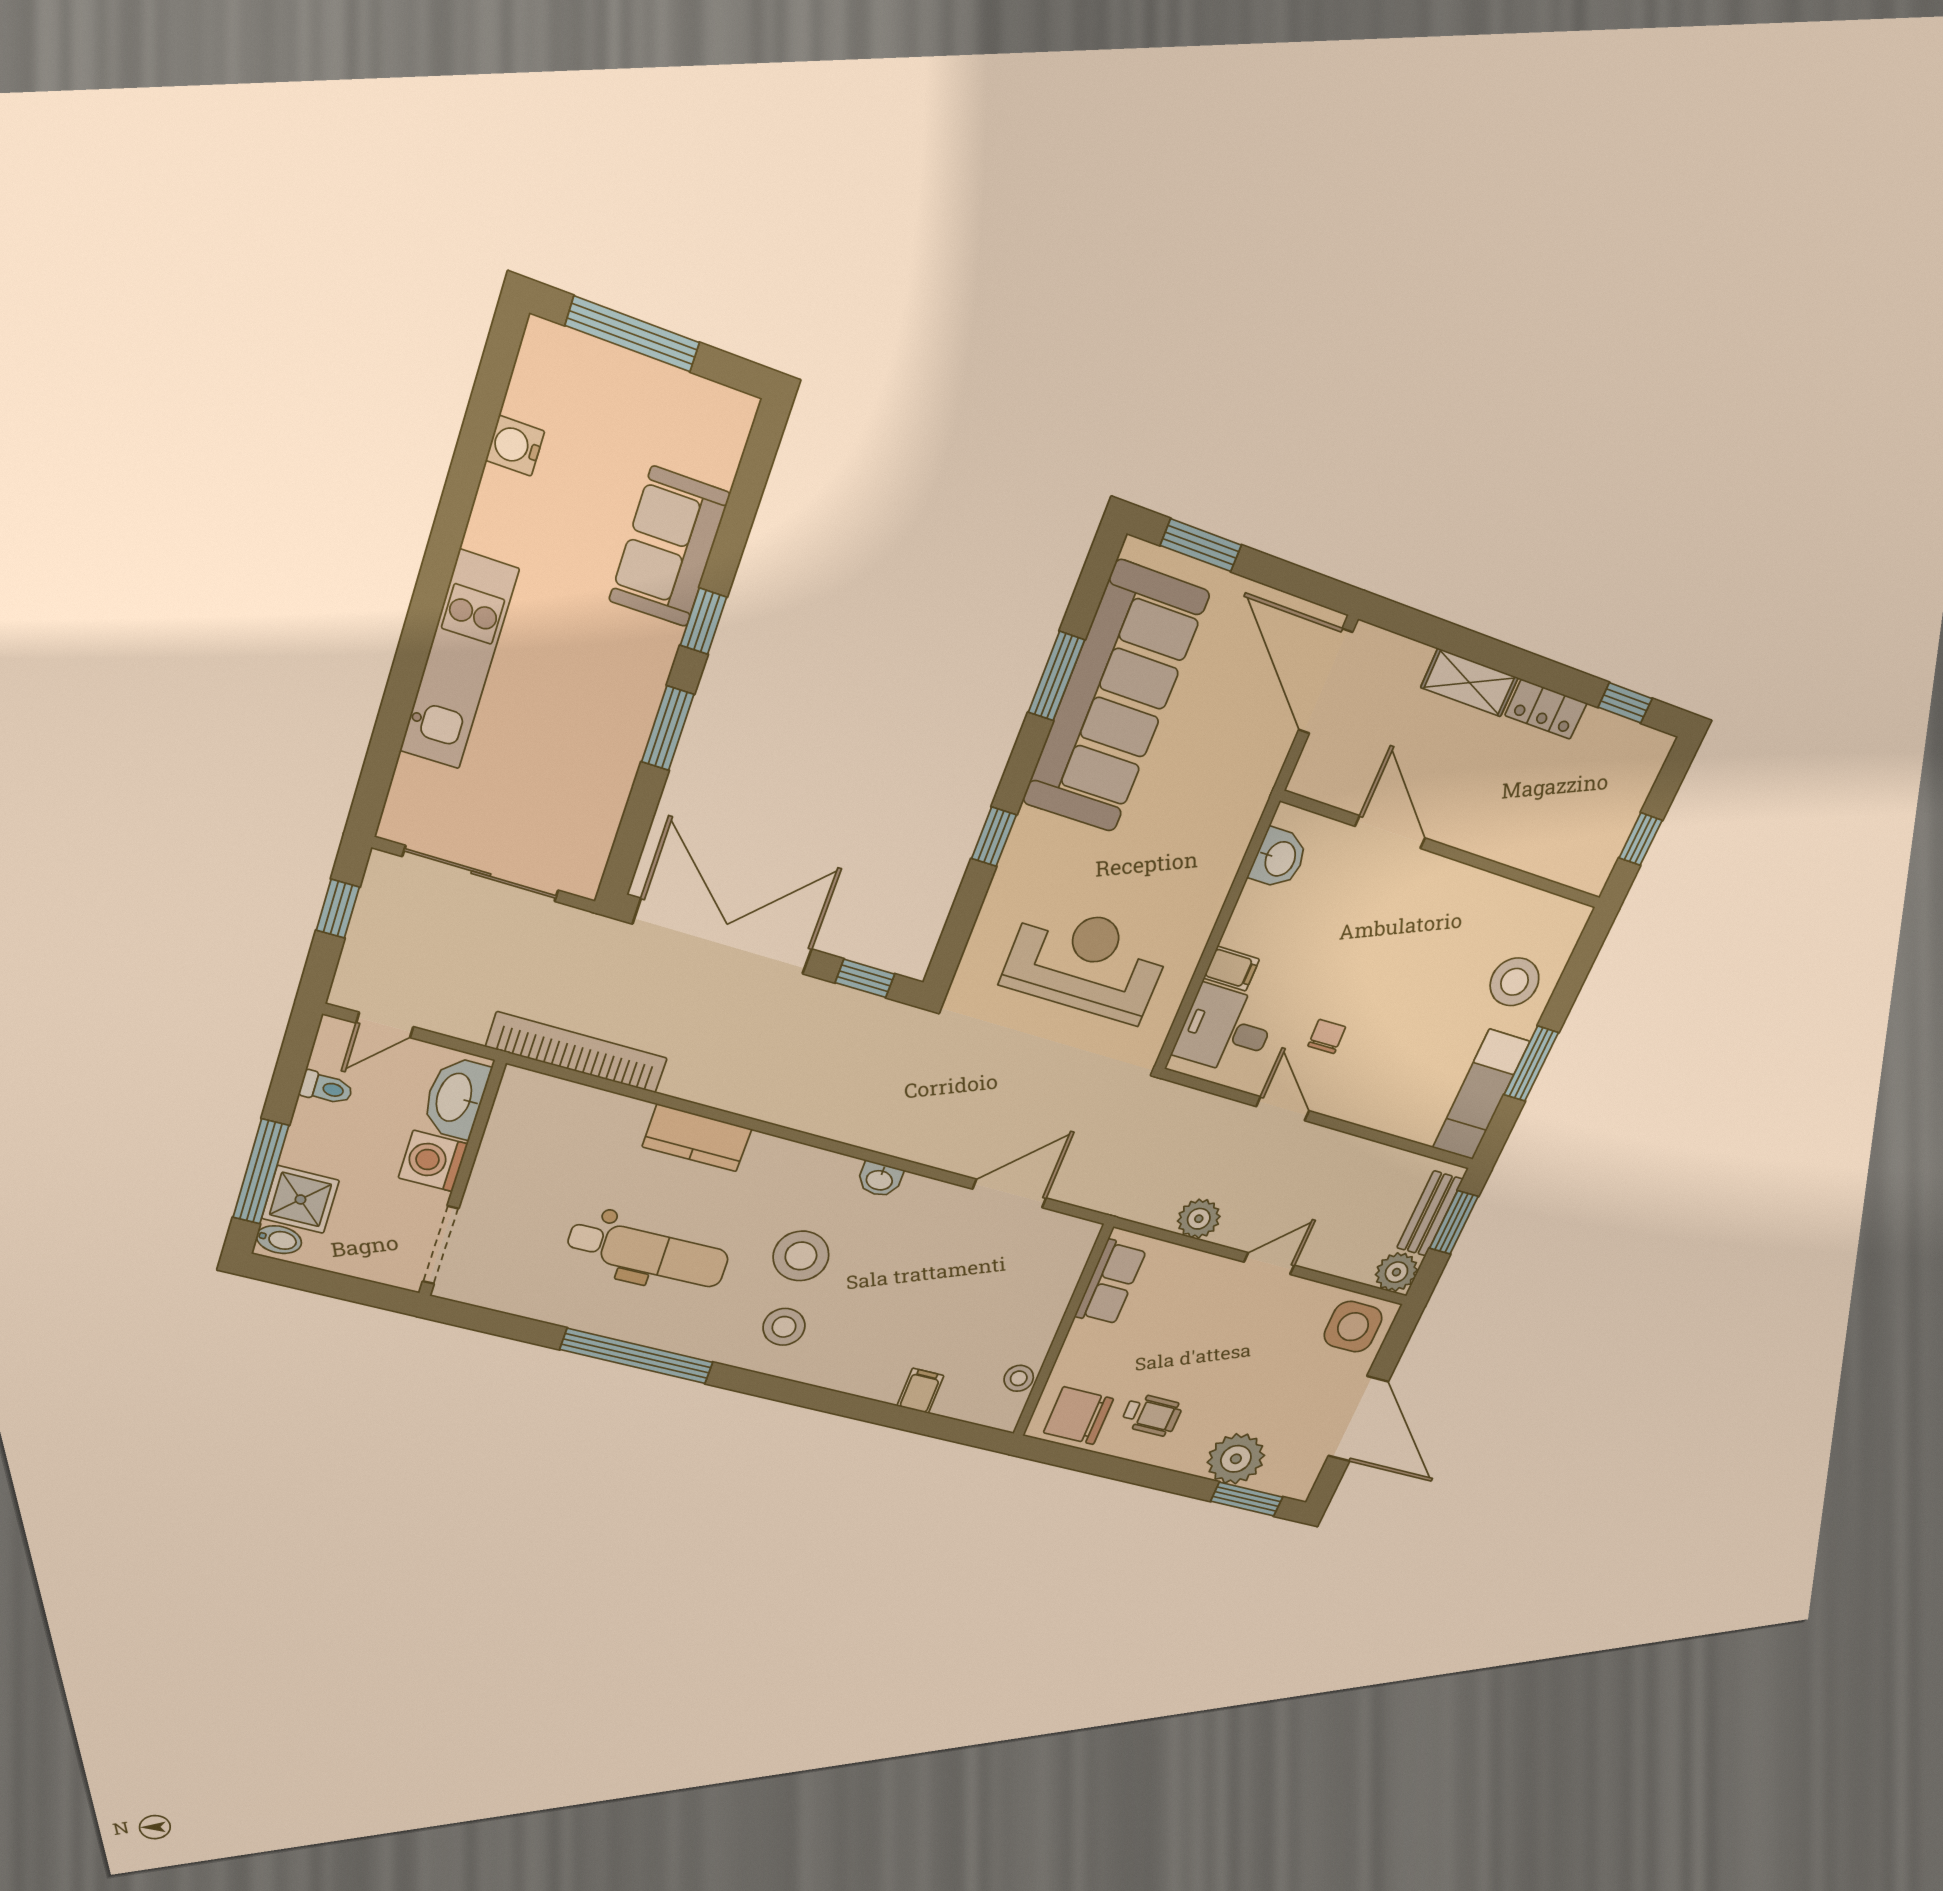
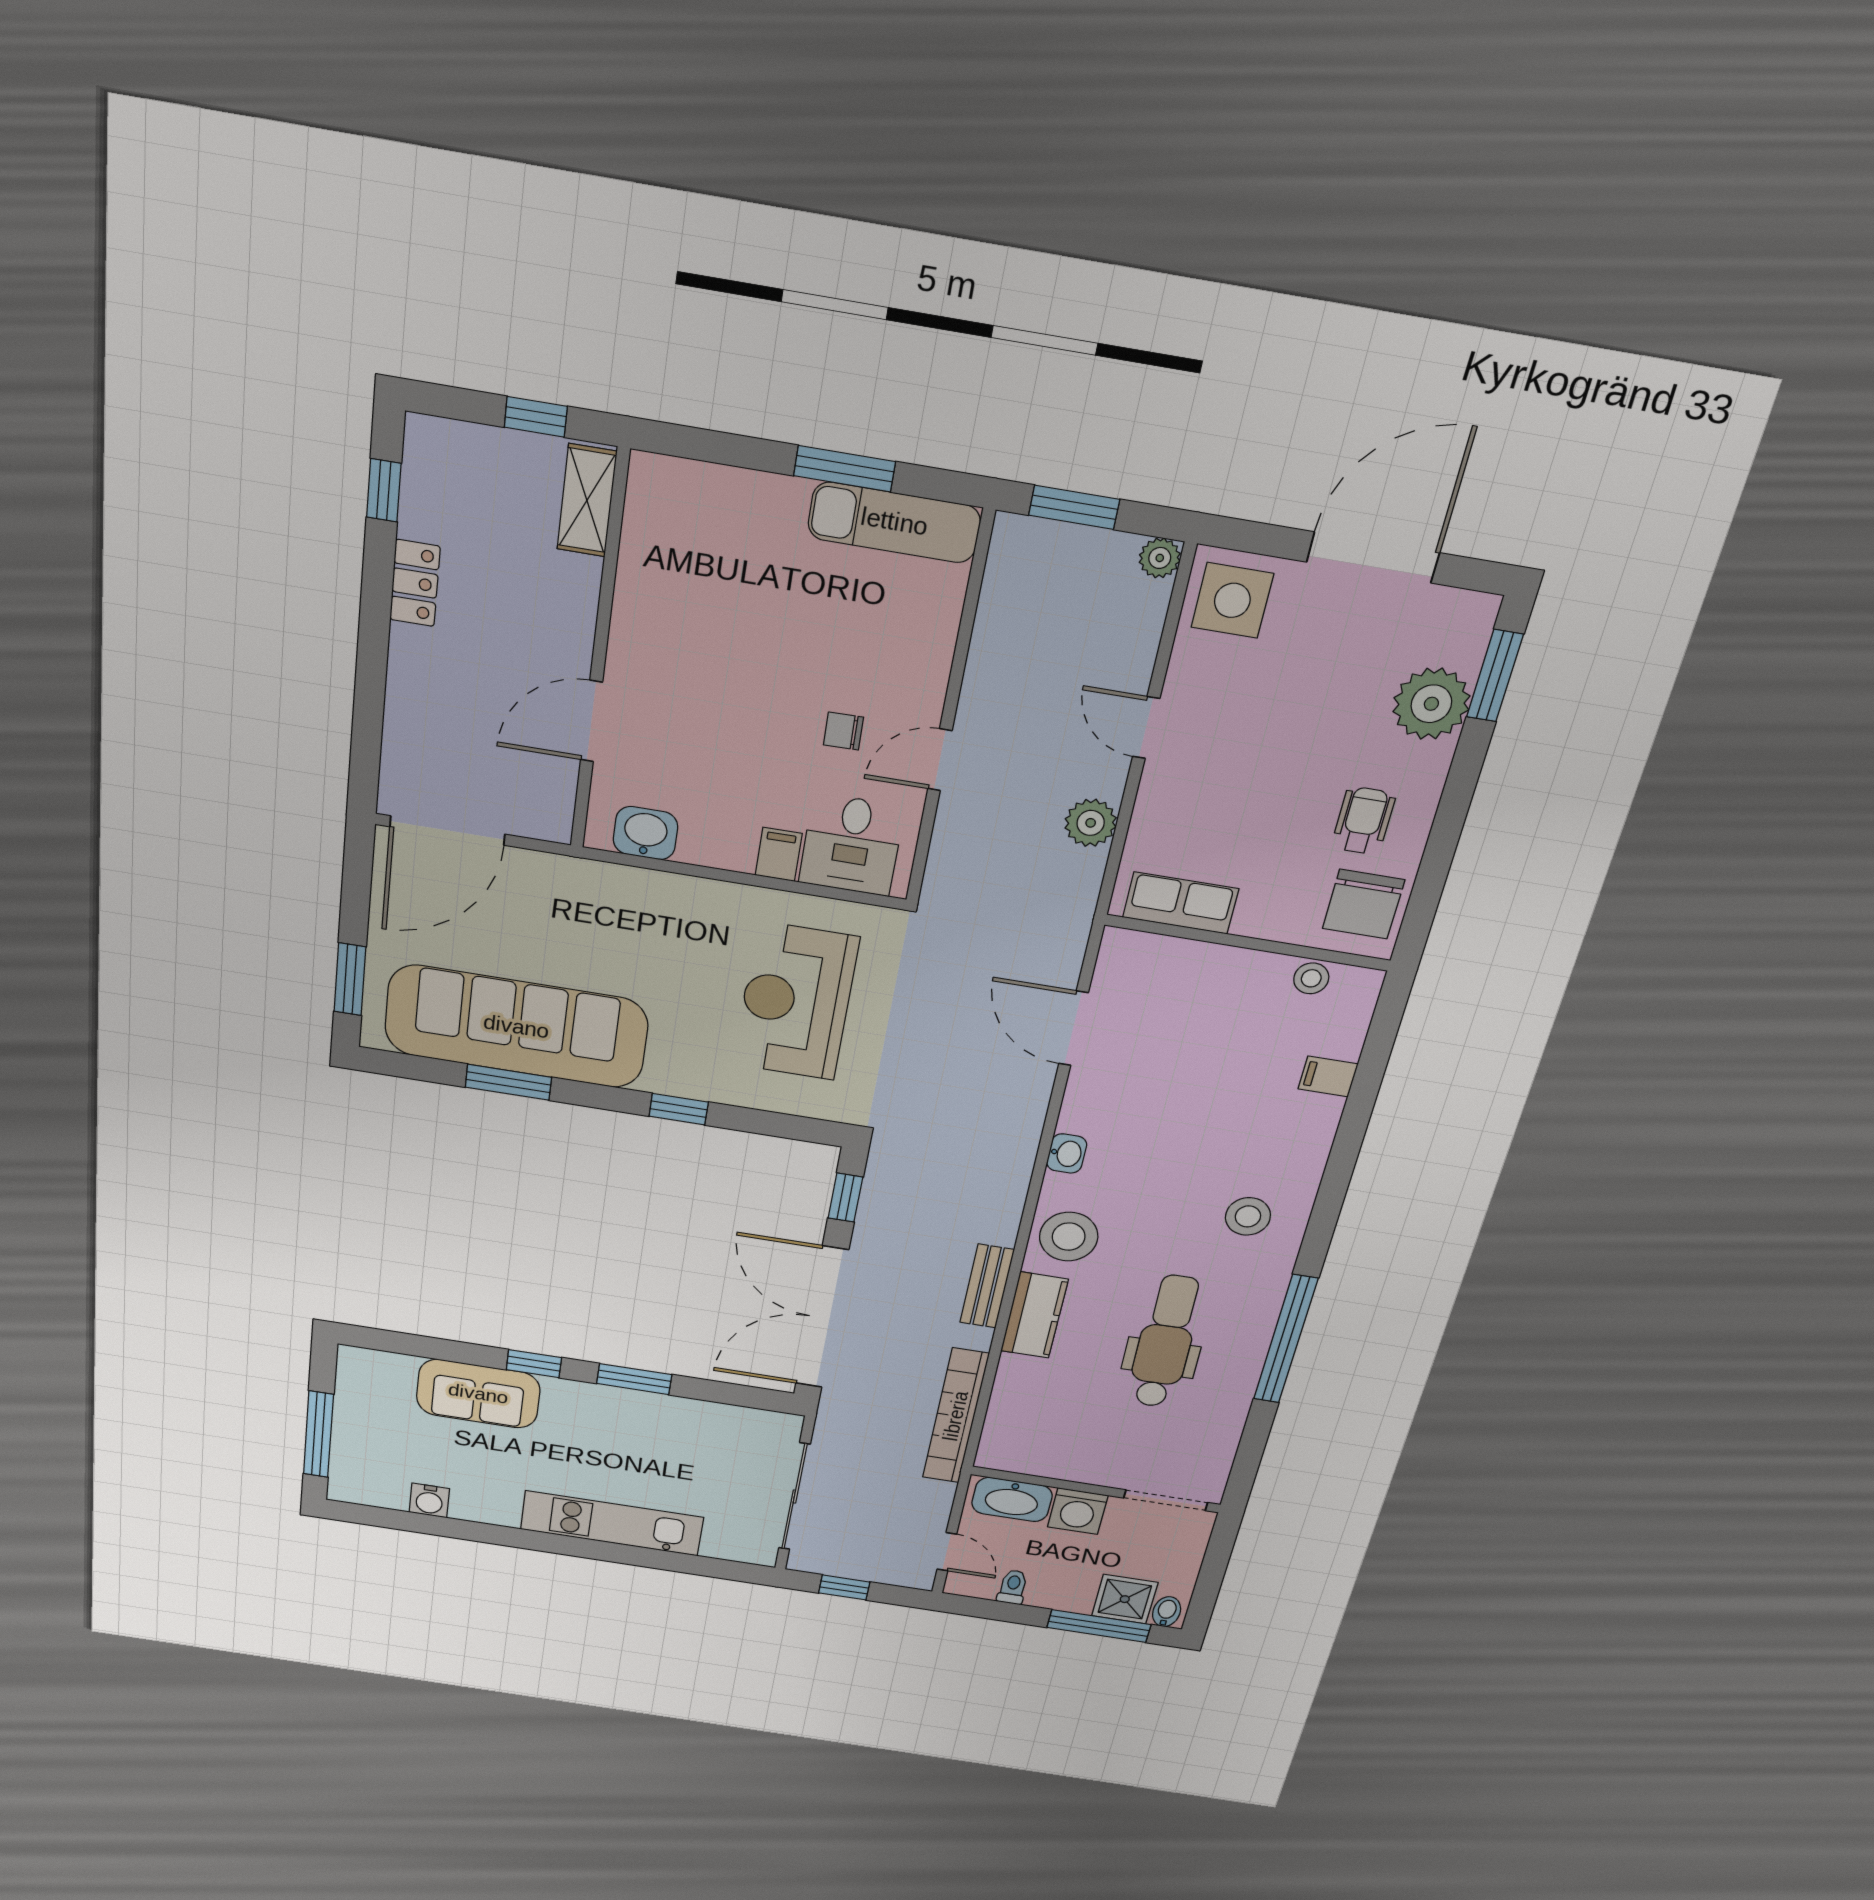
shelving: (1469, 683) -> (587, 500), moved
stool: (1514, 982) -> (742, 523), removed
bench: (1430, 1214) -> (987, 1286), moved, turned 90
stool: (801, 1256) -> (1069, 1237), moved
plant: (1396, 1272) -> (1160, 558), width x0.73, depth x0.73

